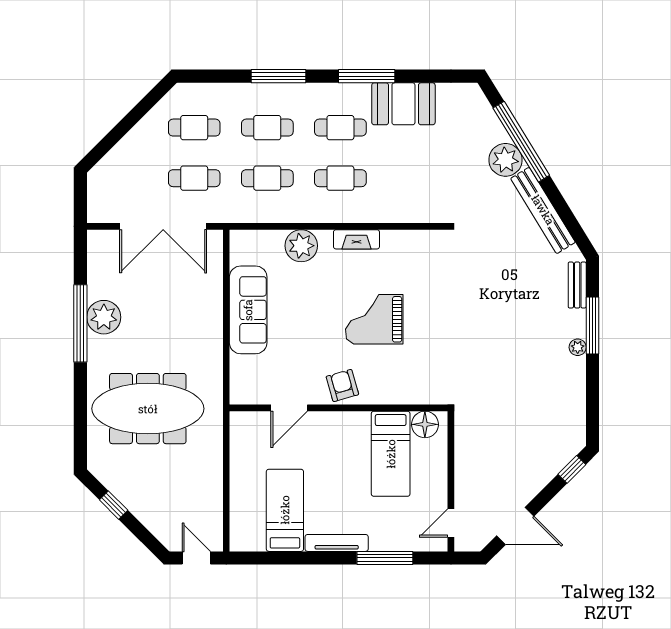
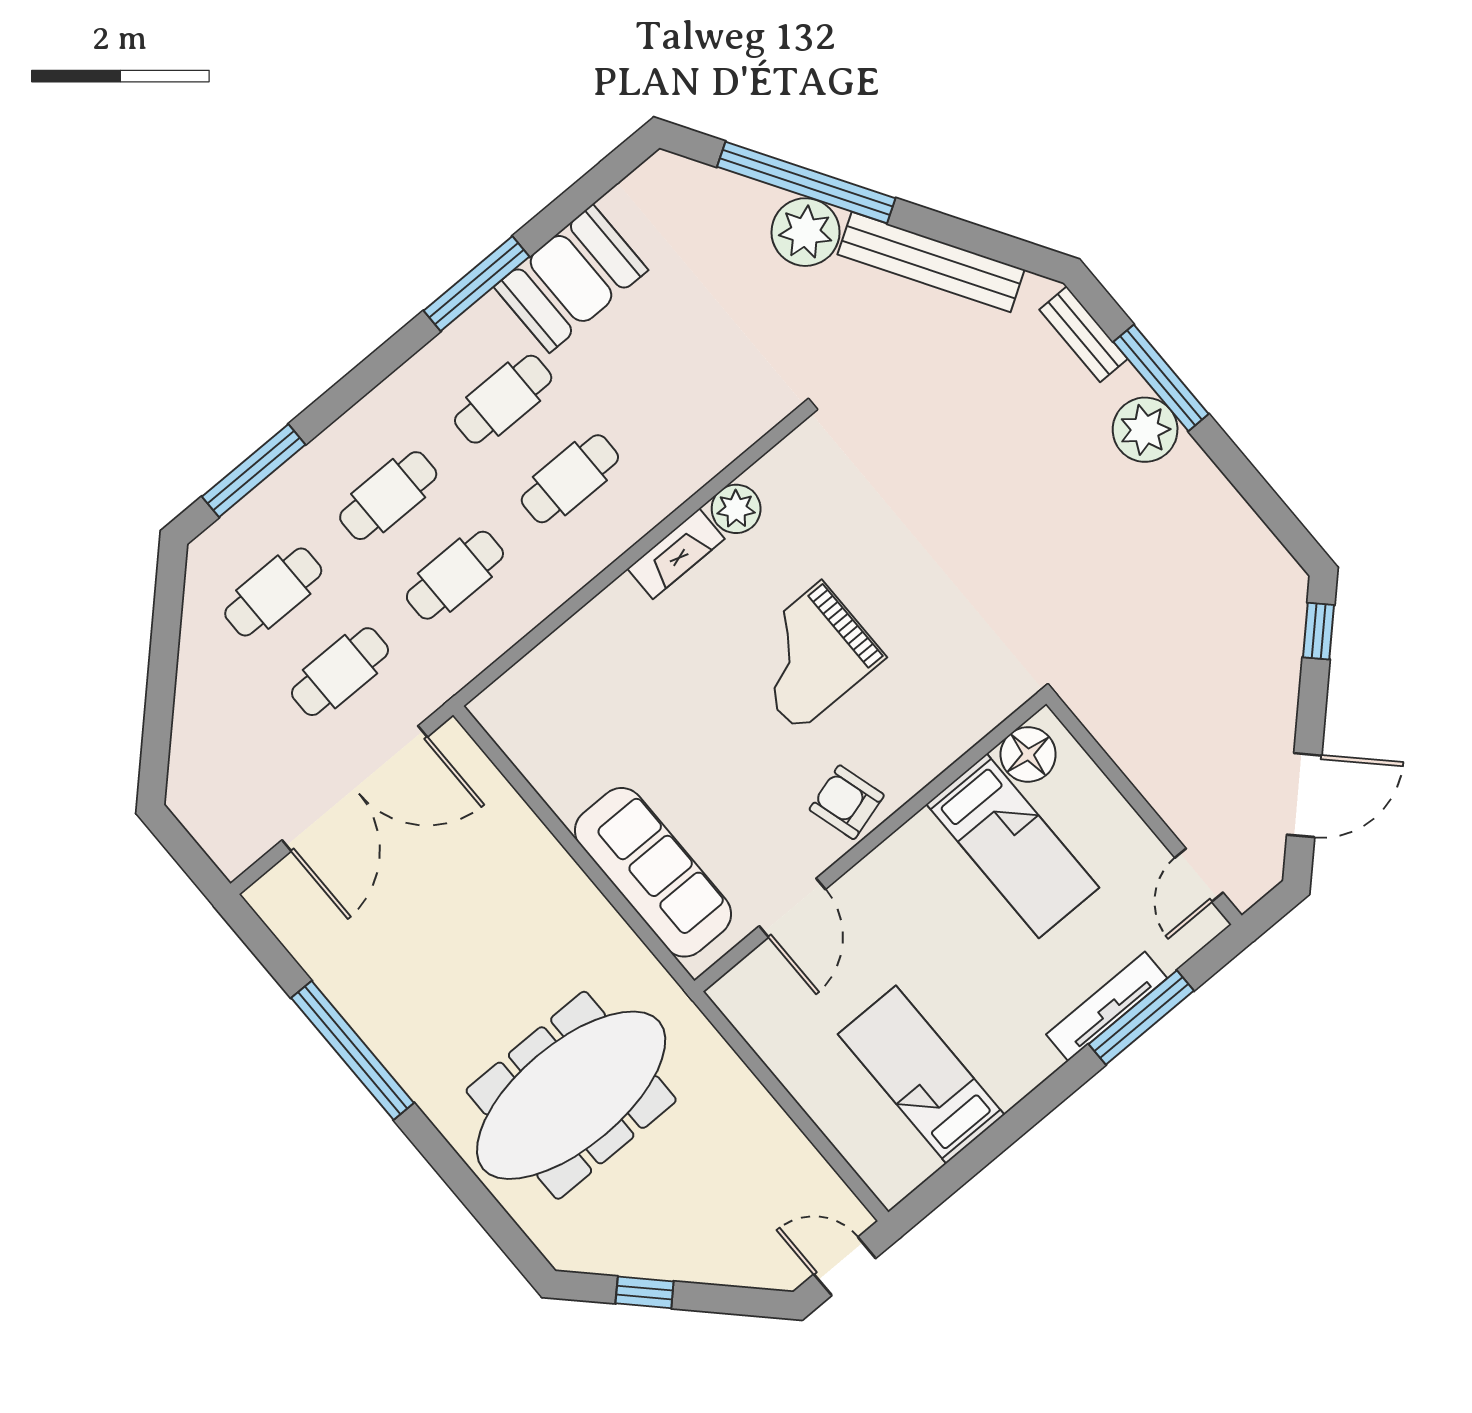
window: (279, 76) -> (254, 471), moved
plant: (301, 246) -> (736, 509), moved, width x0.73, depth x0.73
sofa: (248, 310) -> (653, 872), moved
plant: (104, 317) -> (381, 1010), removed
plant: (578, 347) -> (1145, 430), width x1.88, depth x1.88
tv unit: (337, 543) -> (1107, 1006), moved

